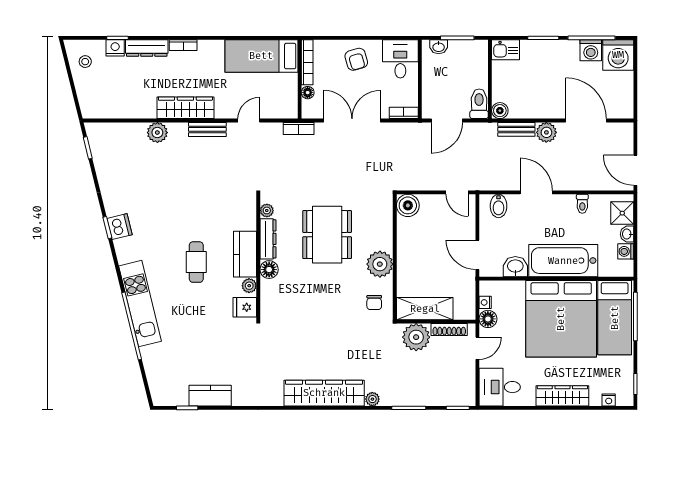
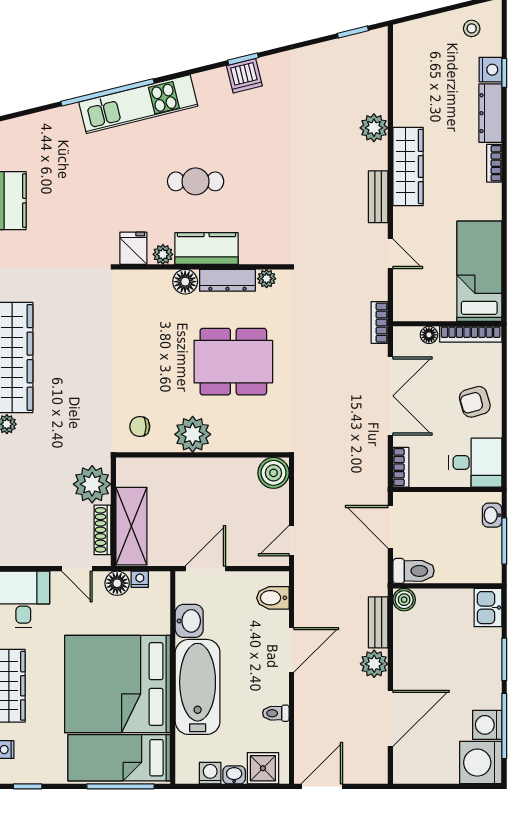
shelving: (425, 309) -> (131, 526), moved

